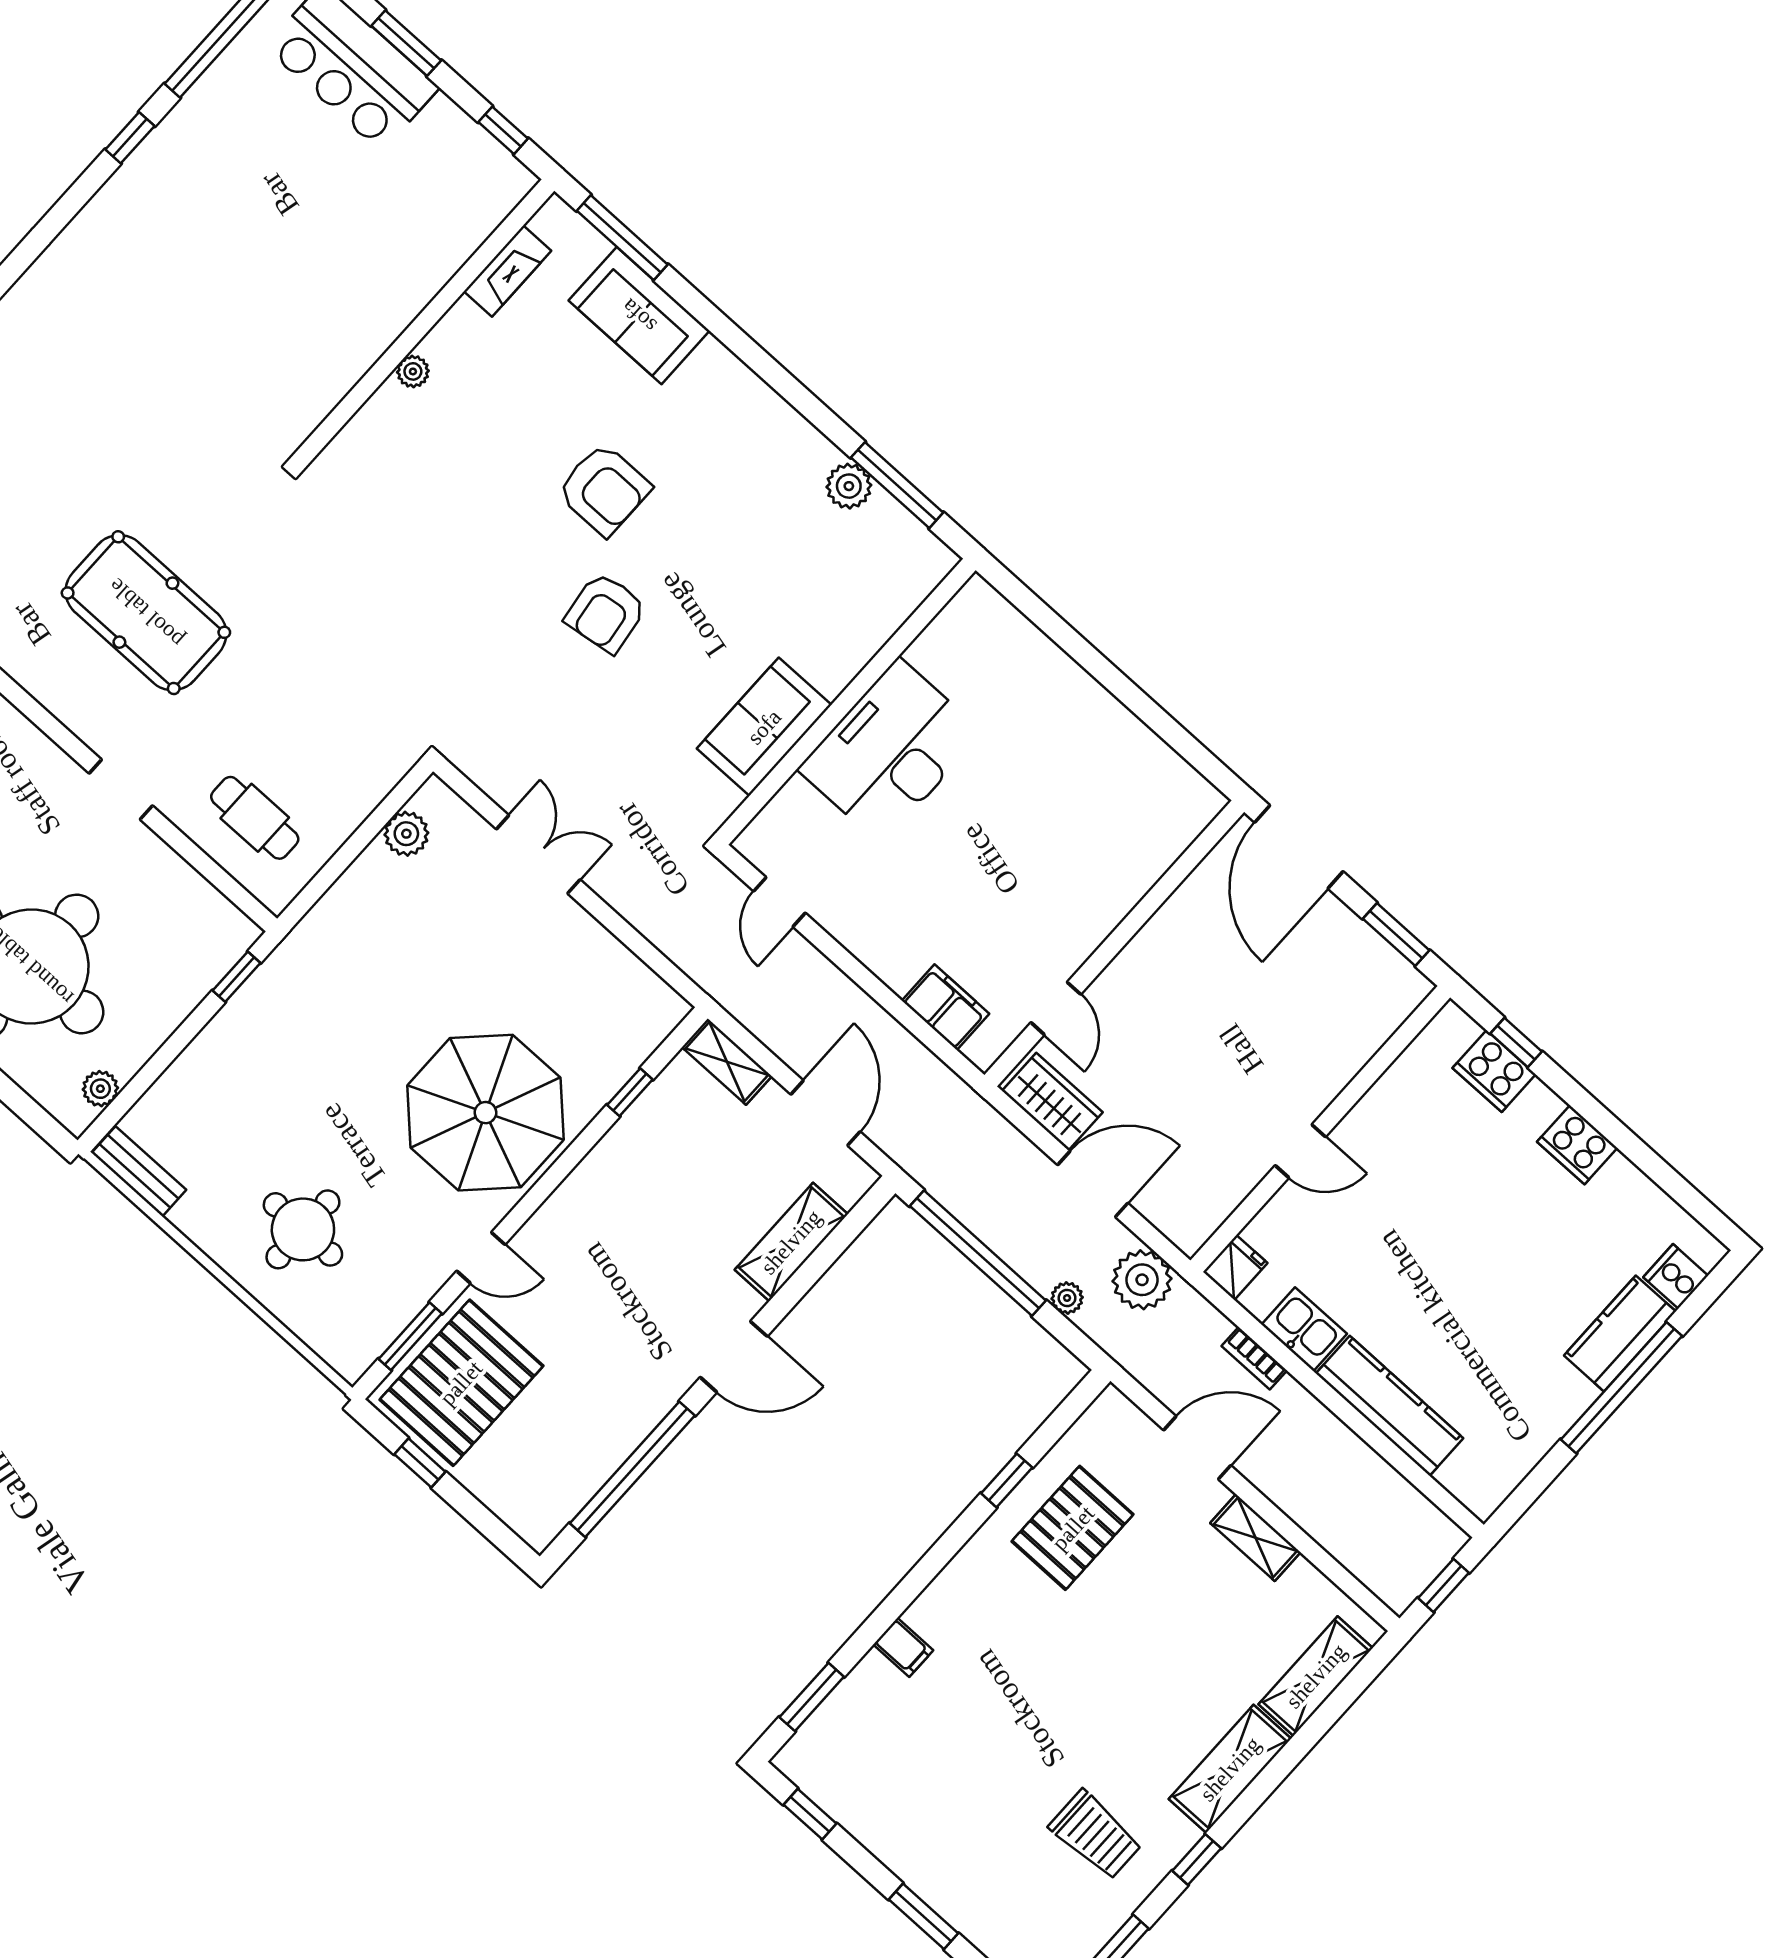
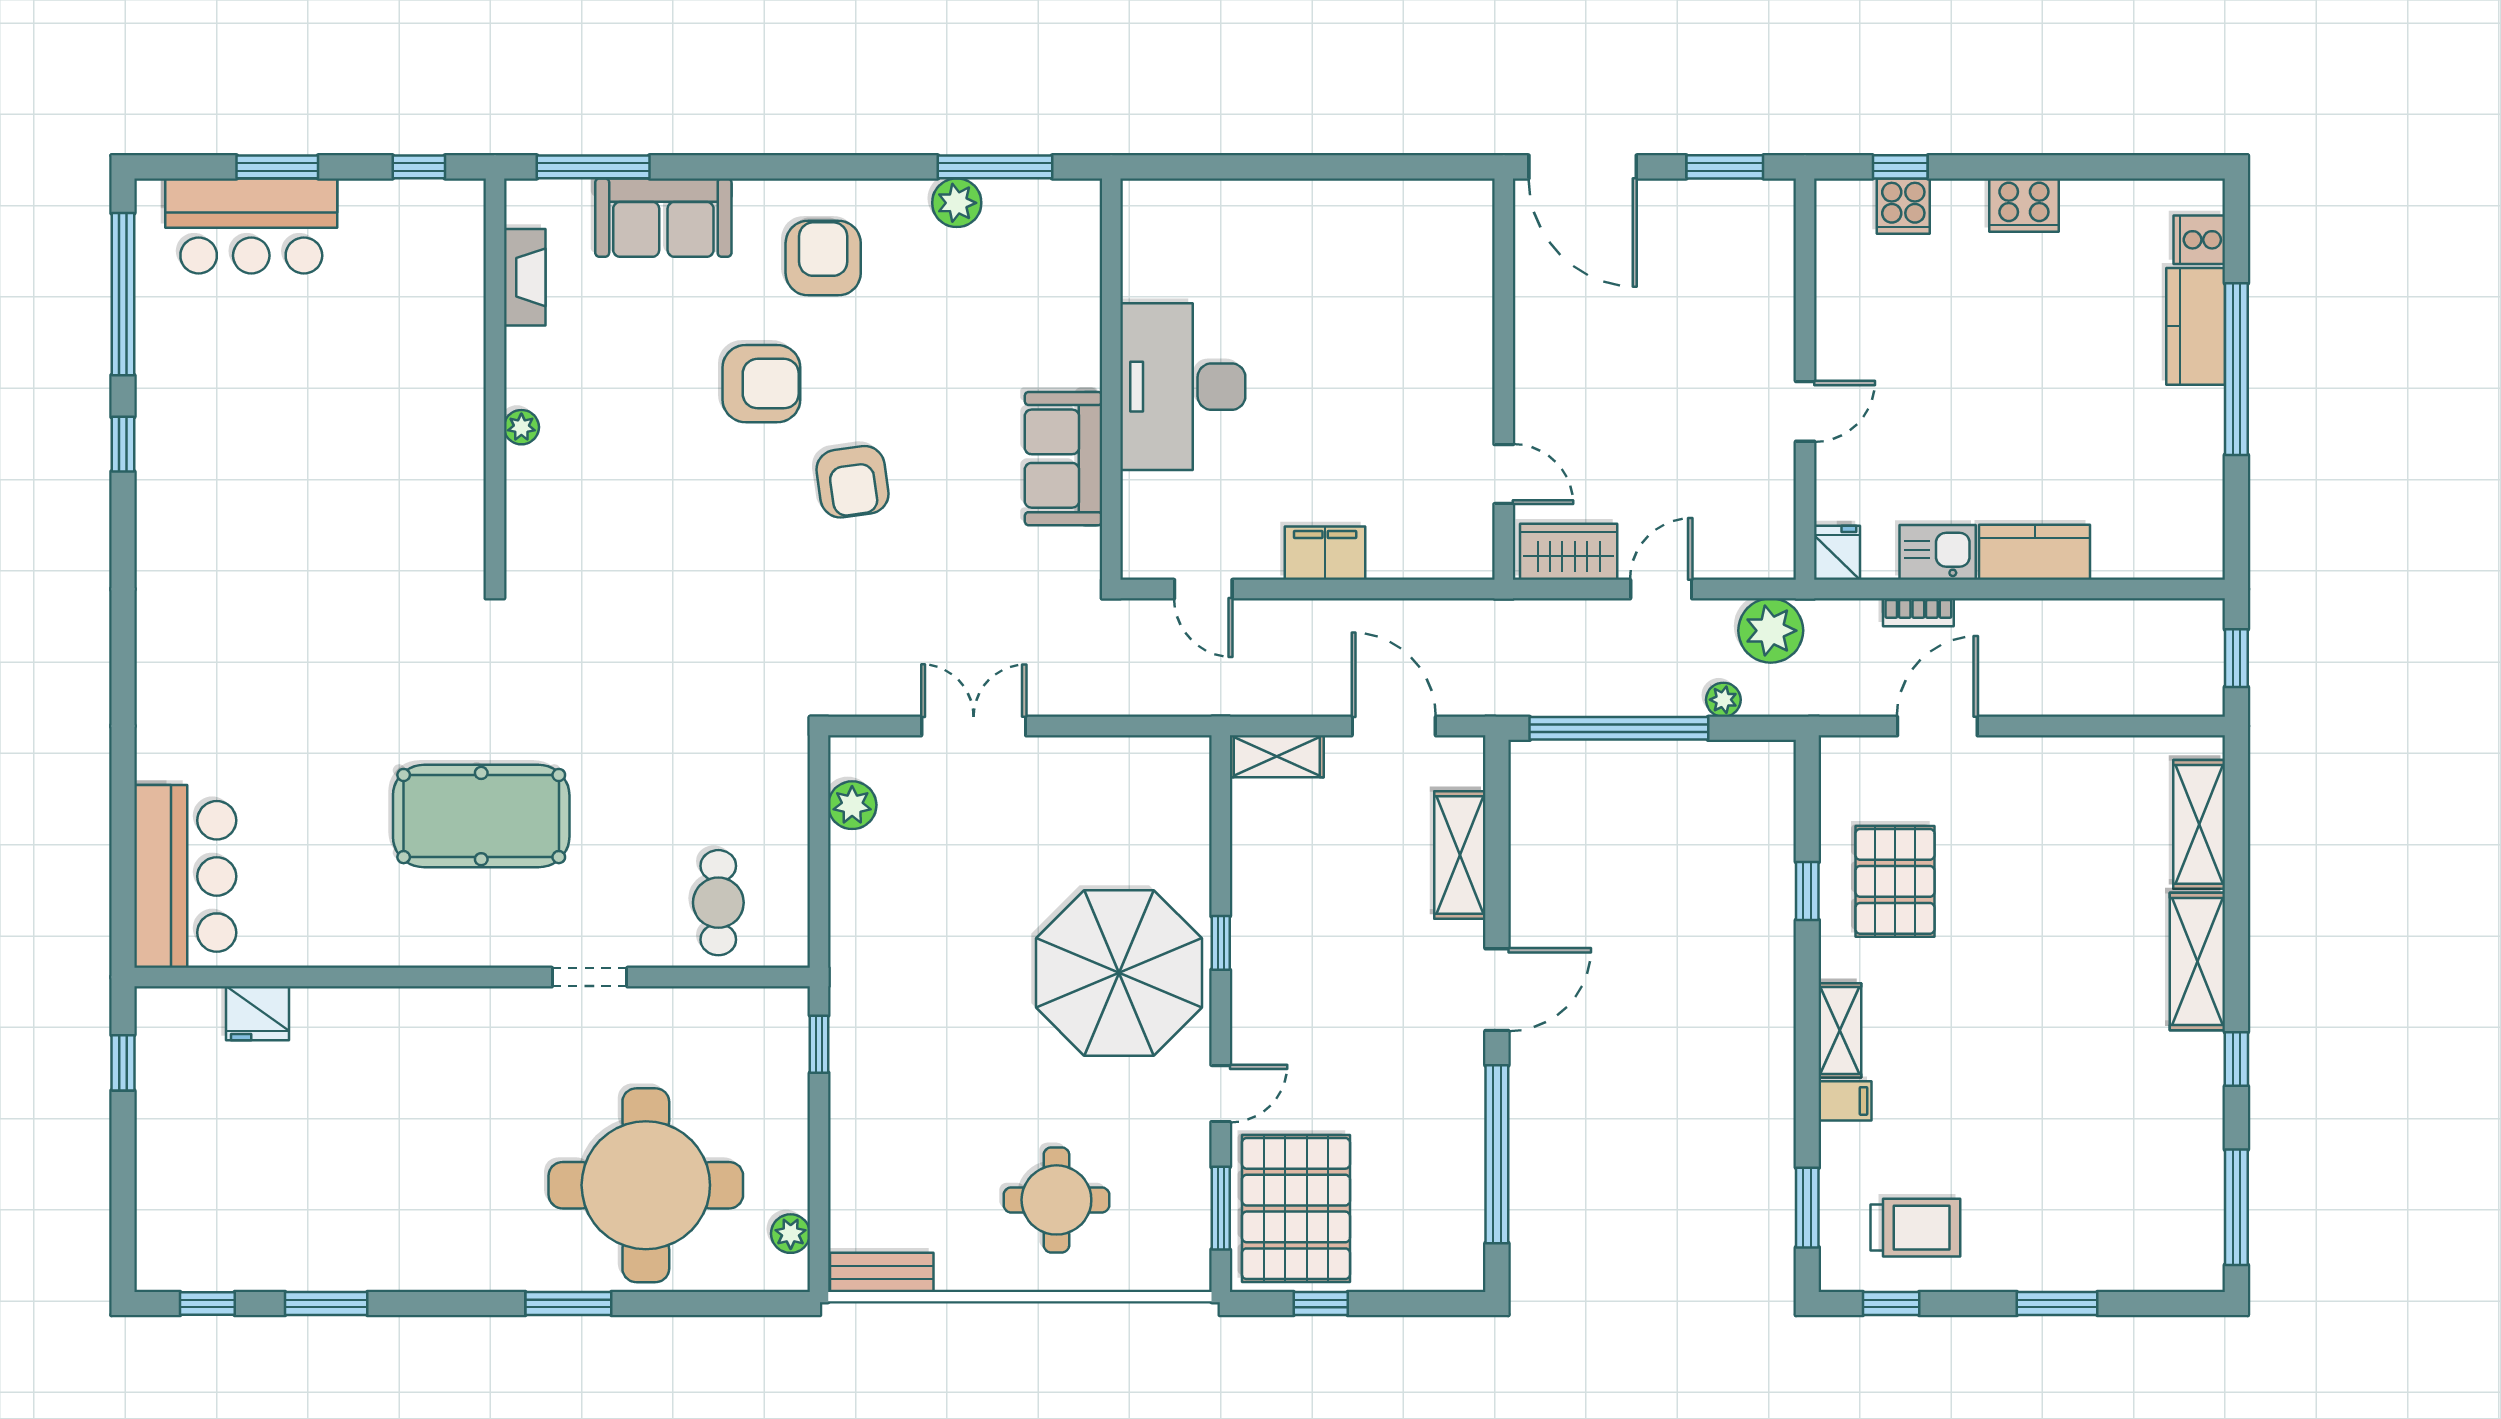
armchair: (723, 442) -> (823, 258), added
cafe table: (255, 818) -> (718, 903), turned 90
filing cabinet: (946, 1007) -> (1325, 553), moved
cooker: (1494, 1071) -> (1903, 206), width x0.73
window: (630, 1092) -> (1221, 943), moved
door: (1093, 1184) -> (1661, 589), width x0.73
kitchen counter: (1390, 1406) -> (2035, 552), width x0.67
shelving: (1255, 1538) -> (1840, 1030), moved, turned 90
trolley: (1096, 1835) -> (1915, 1228), moved

